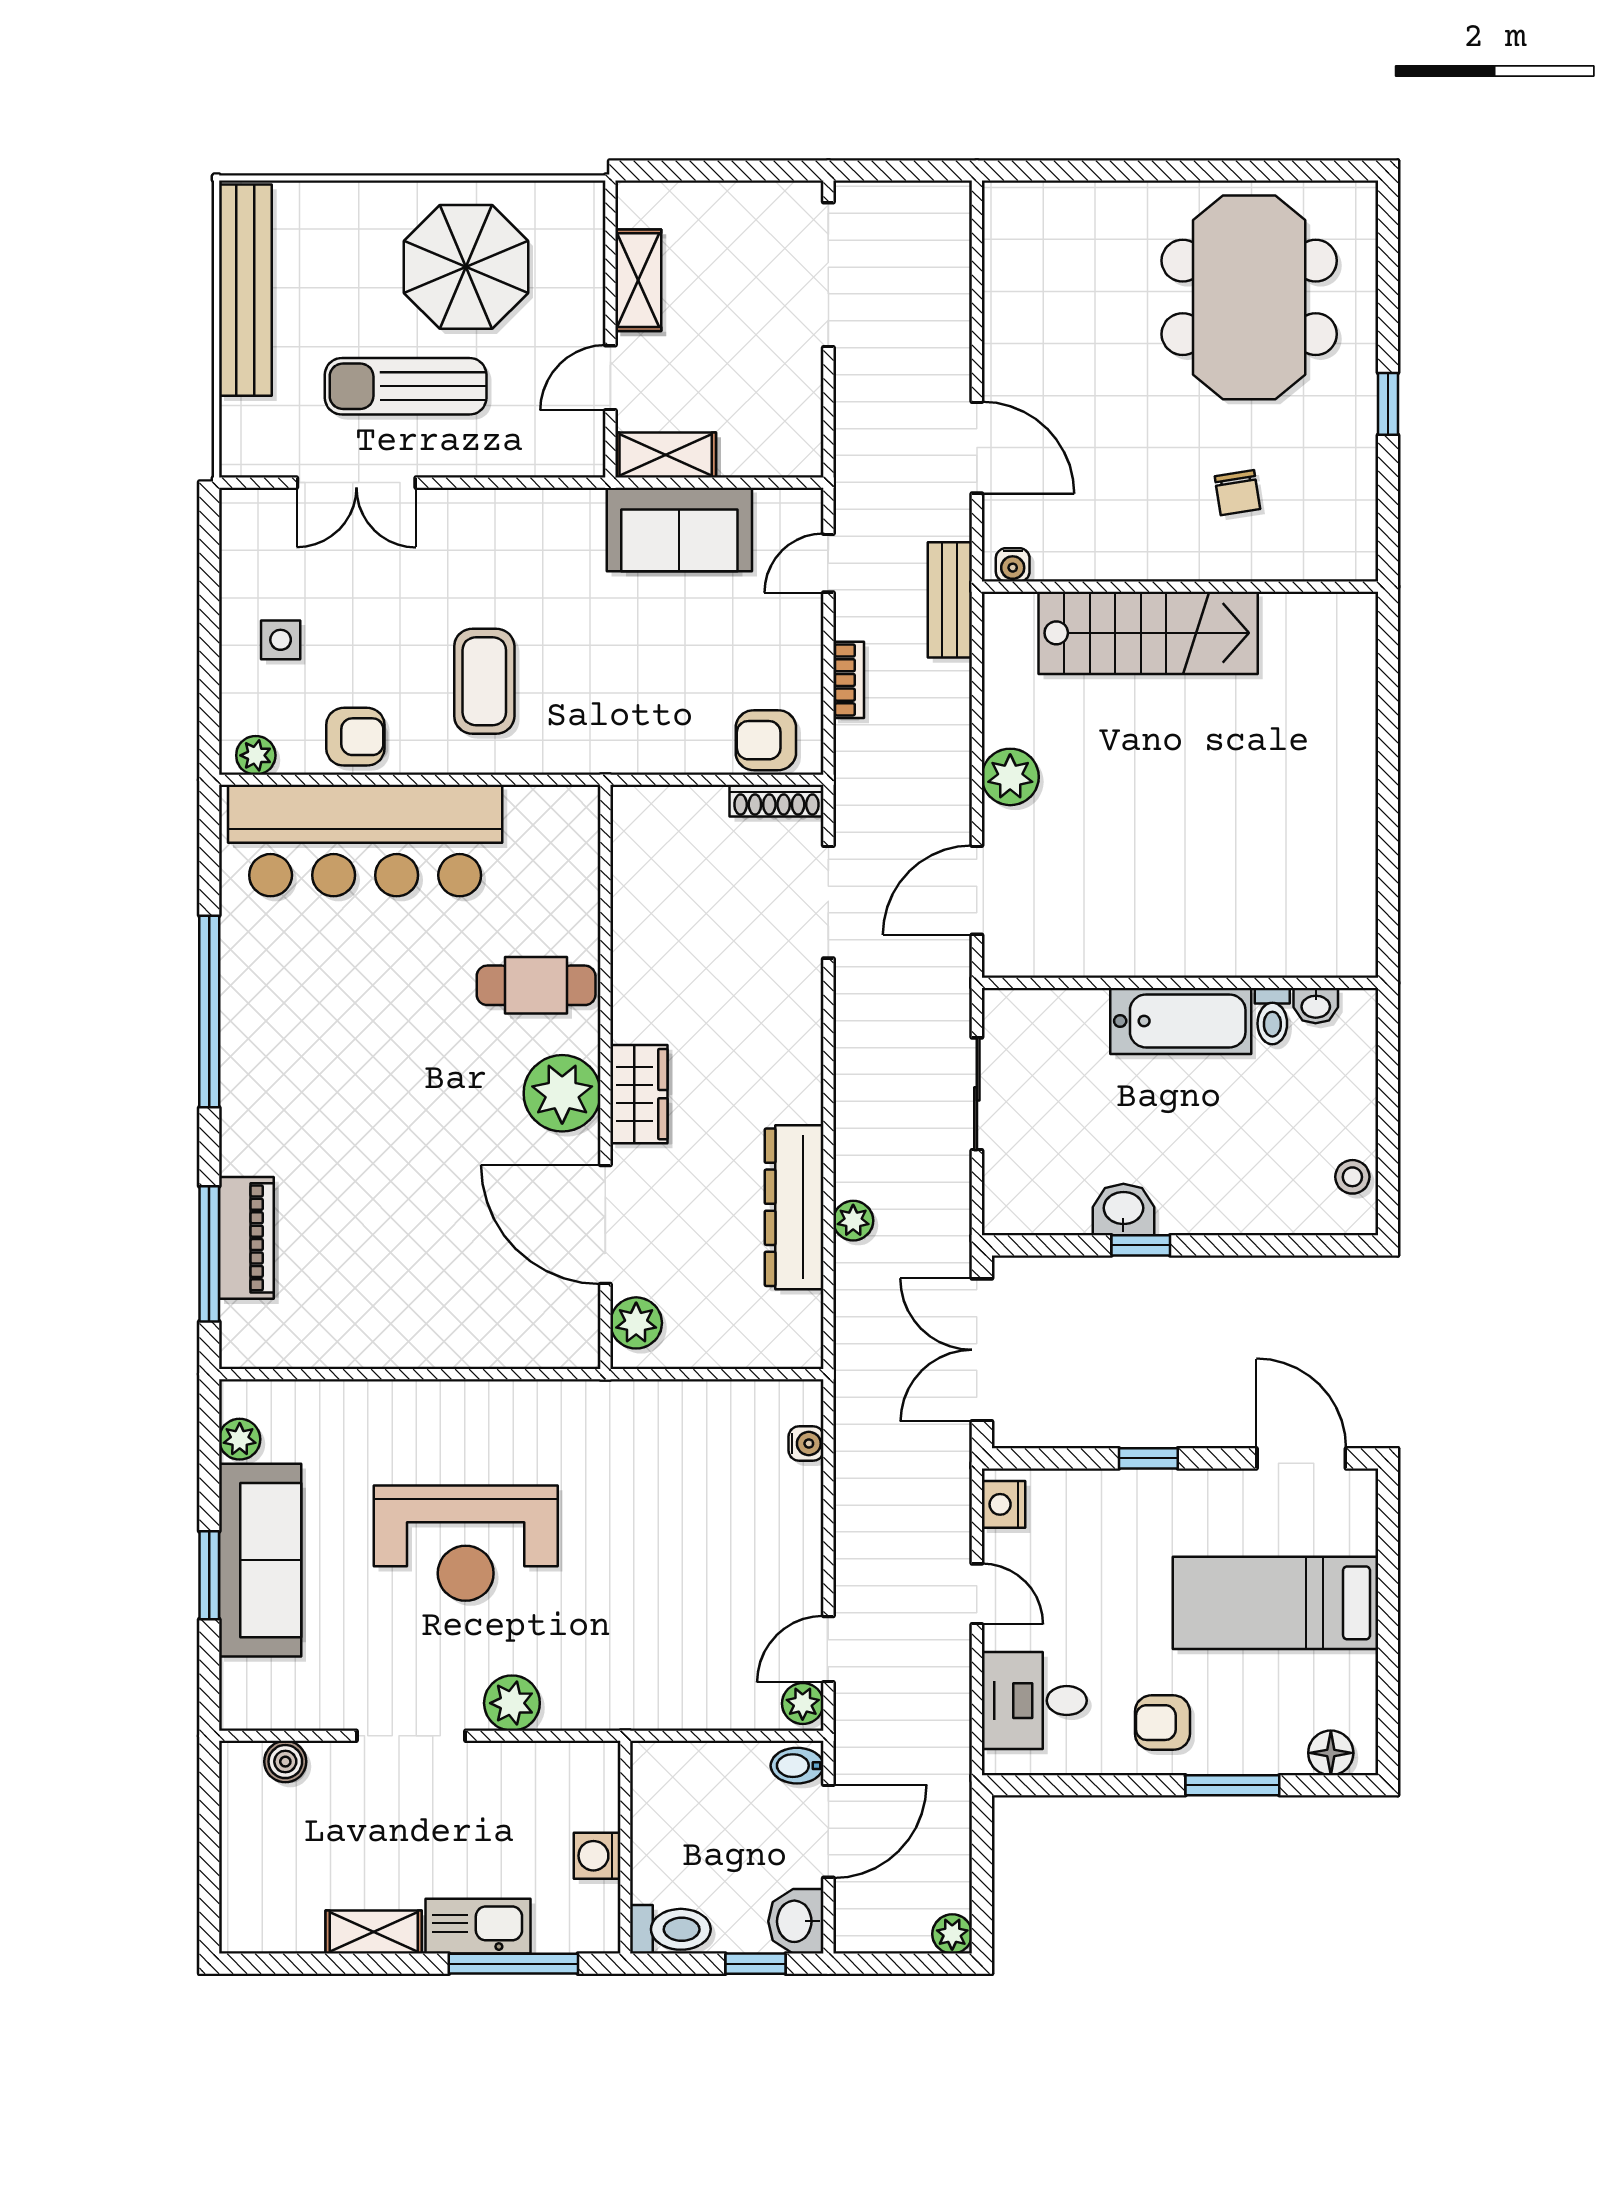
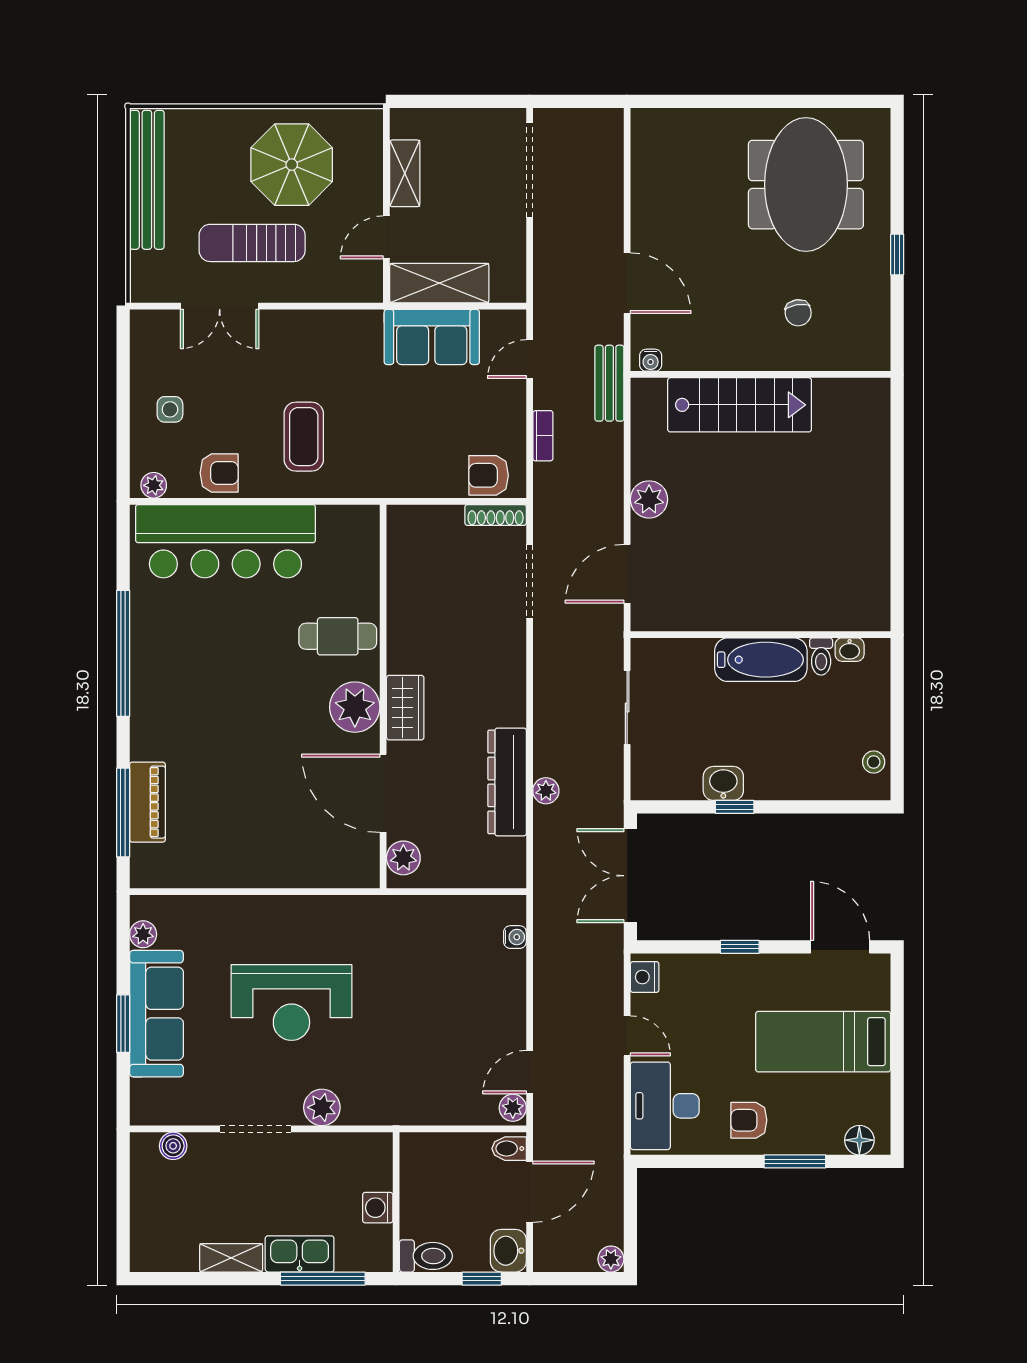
shelving: (666, 455) -> (439, 283), width x1.50, depth x1.33
desk: (1034, 1701) -> (665, 1106), width x1.37

